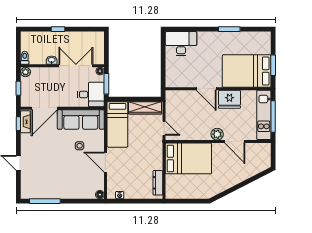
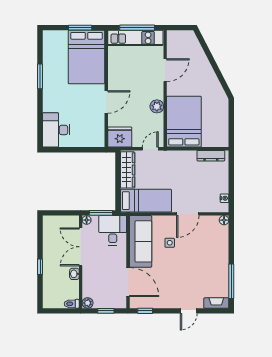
fridge: (229, 99) -> (120, 137), moved, turned -90
fireplace: (25, 122) -> (216, 303), moved
plant: (217, 134) -> (157, 106), moved

